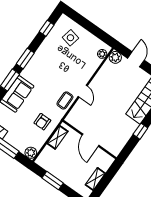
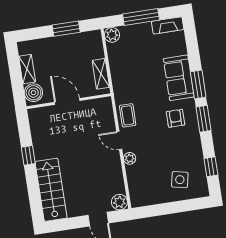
plant: (102, 54) -> (130, 158), moved
armchair: (42, 122) -> (176, 118), moved
boiler: (104, 163) -> (33, 93), added

